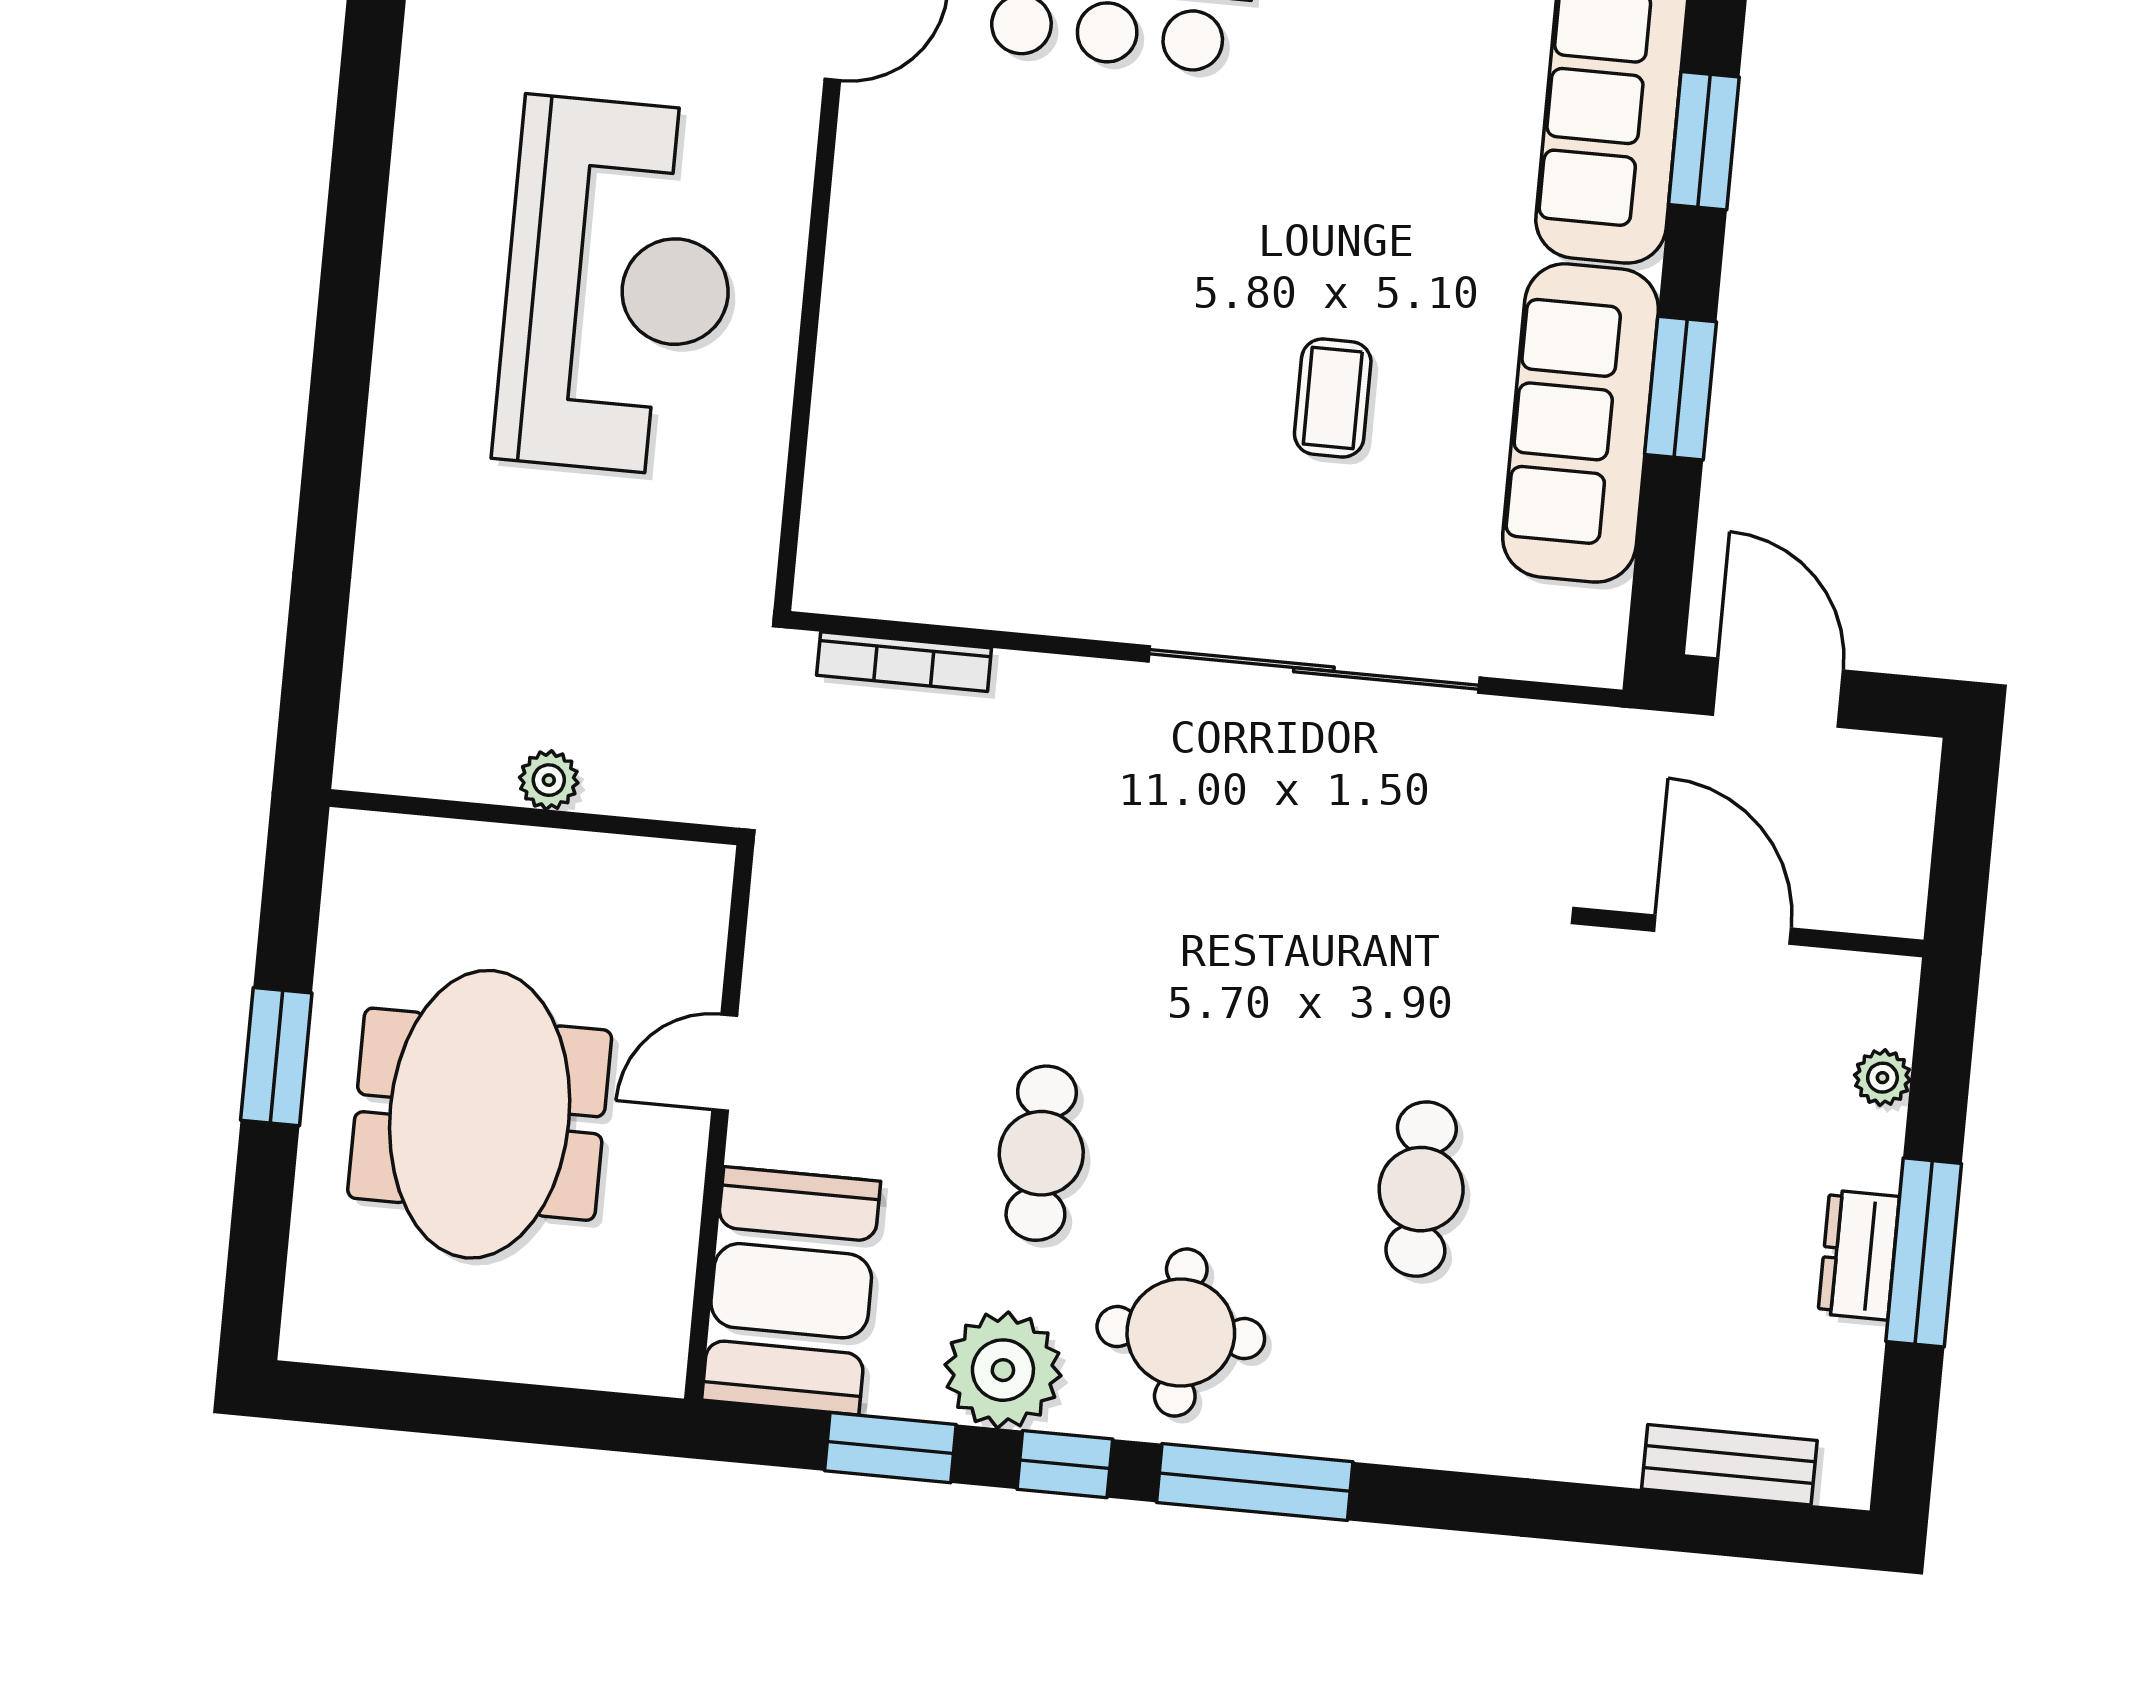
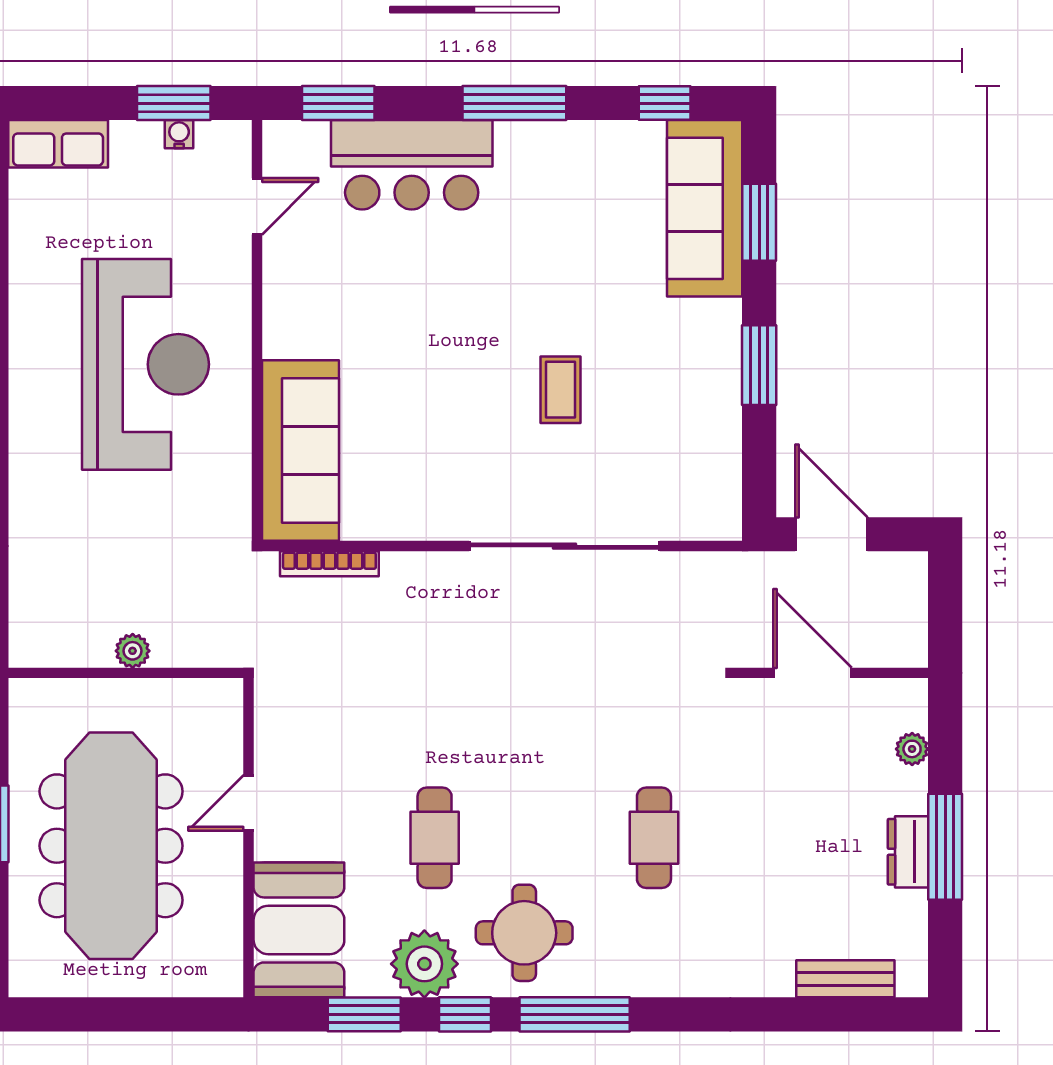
sofa: (1581, 423) -> (300, 451), moved, turned 180
meeting table: (480, 1114) -> (111, 846), width x1.36

